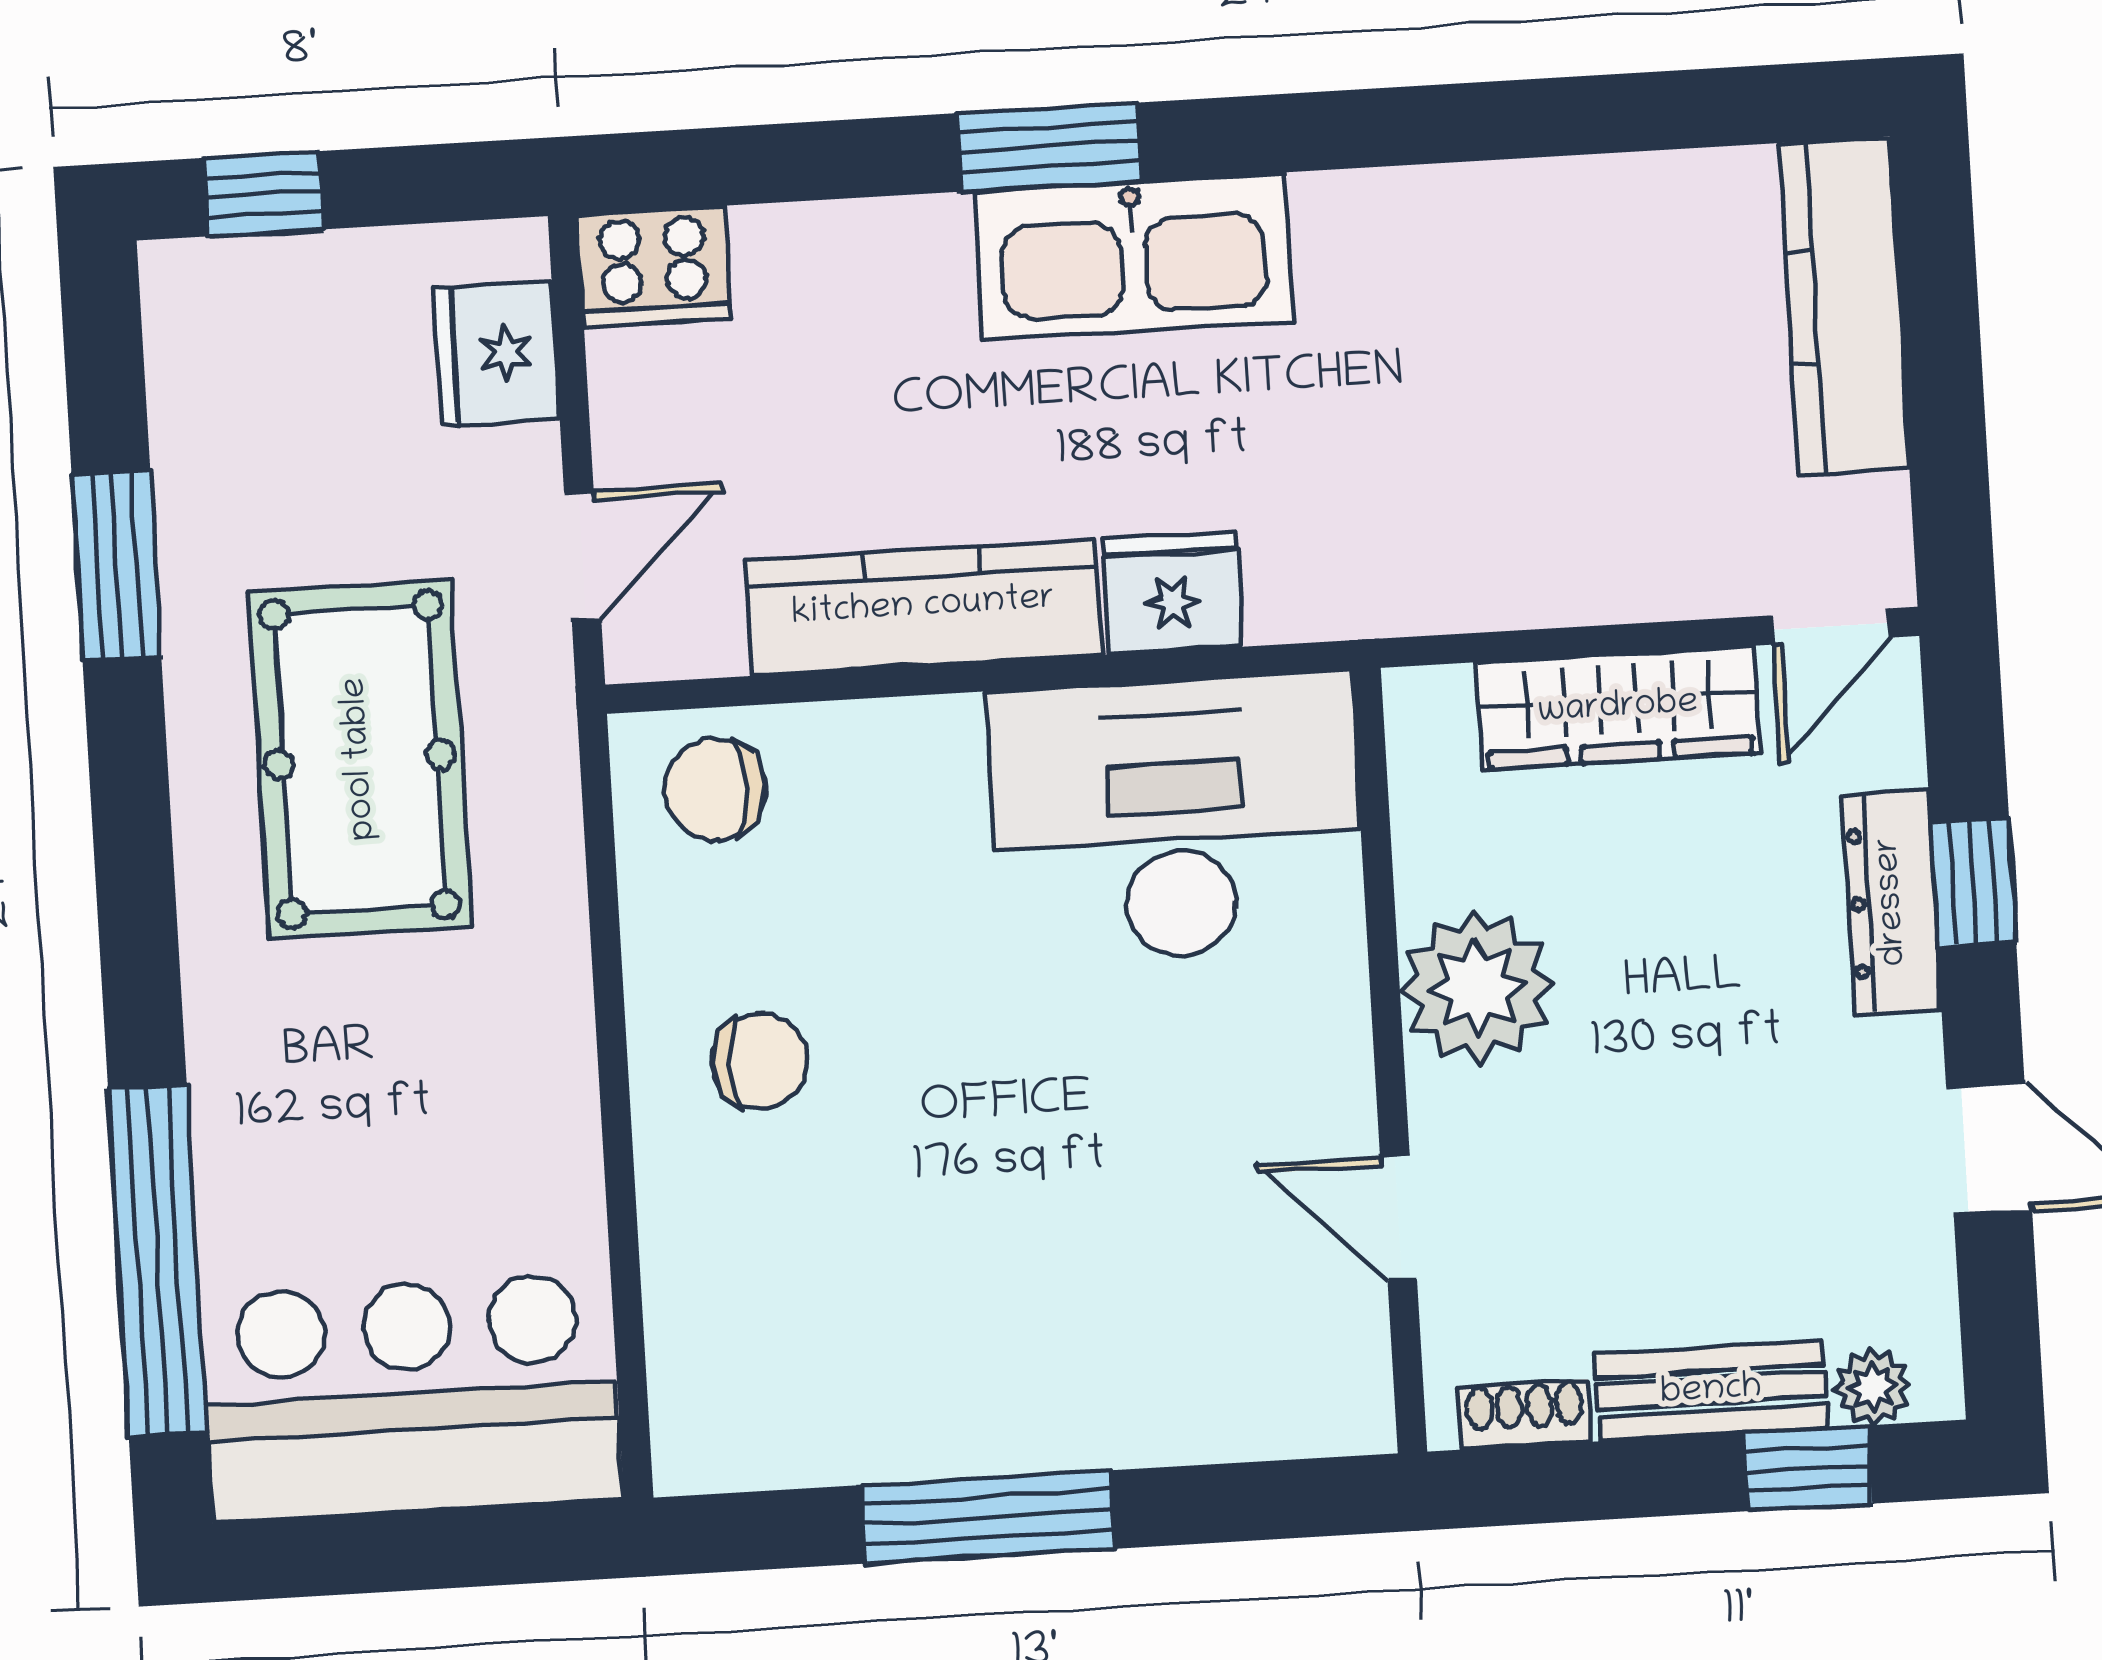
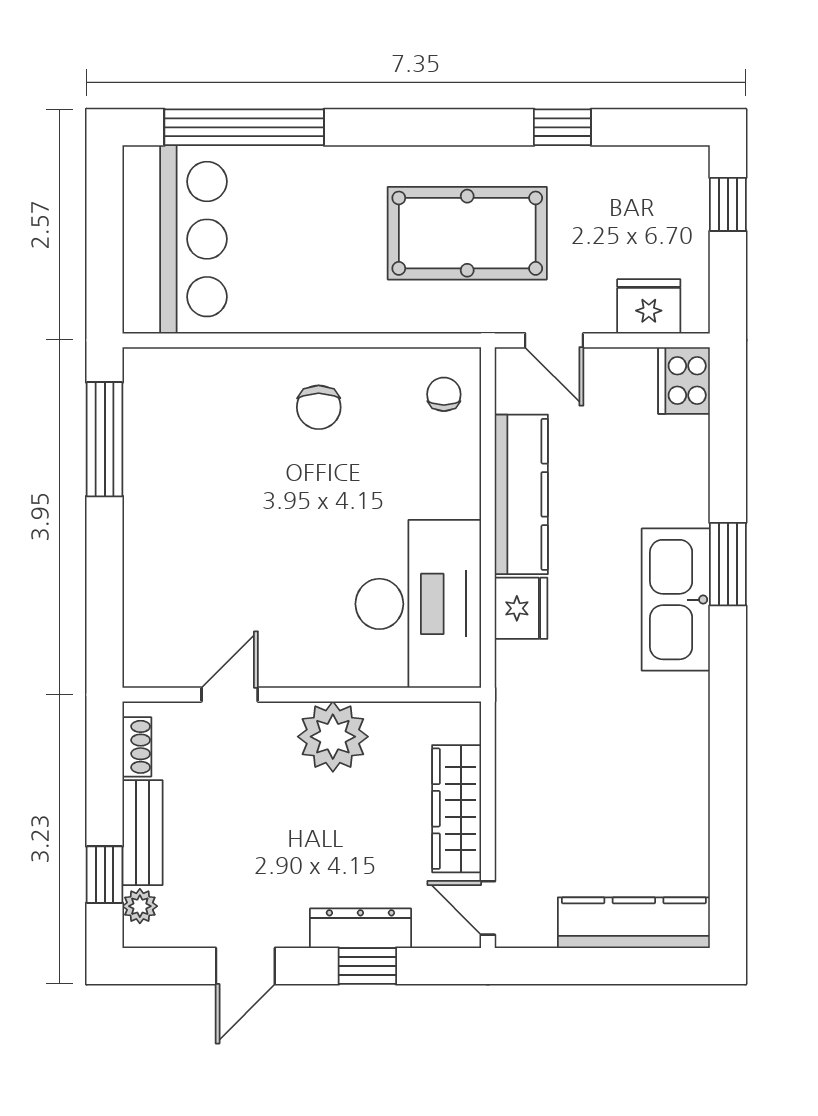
window: (116, 565) -> (562, 127), width x0.67
chair: (715, 789) -> (444, 394), width x0.73, depth x0.73
window: (987, 1517) -> (105, 439), moved

